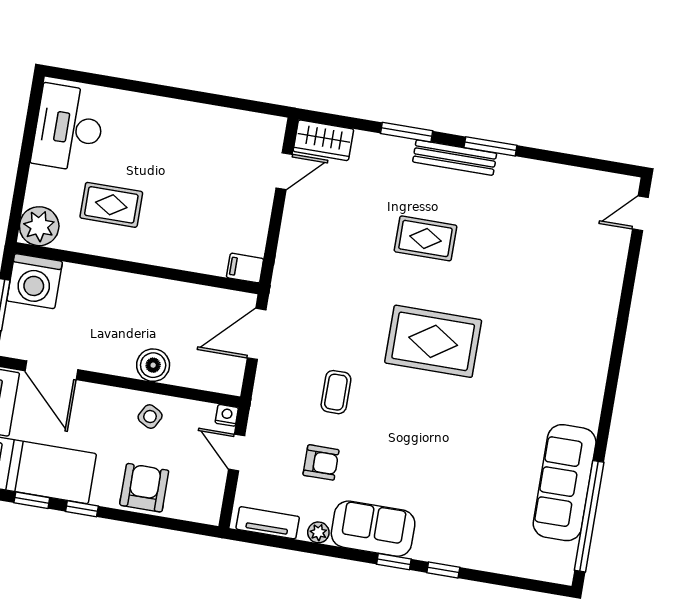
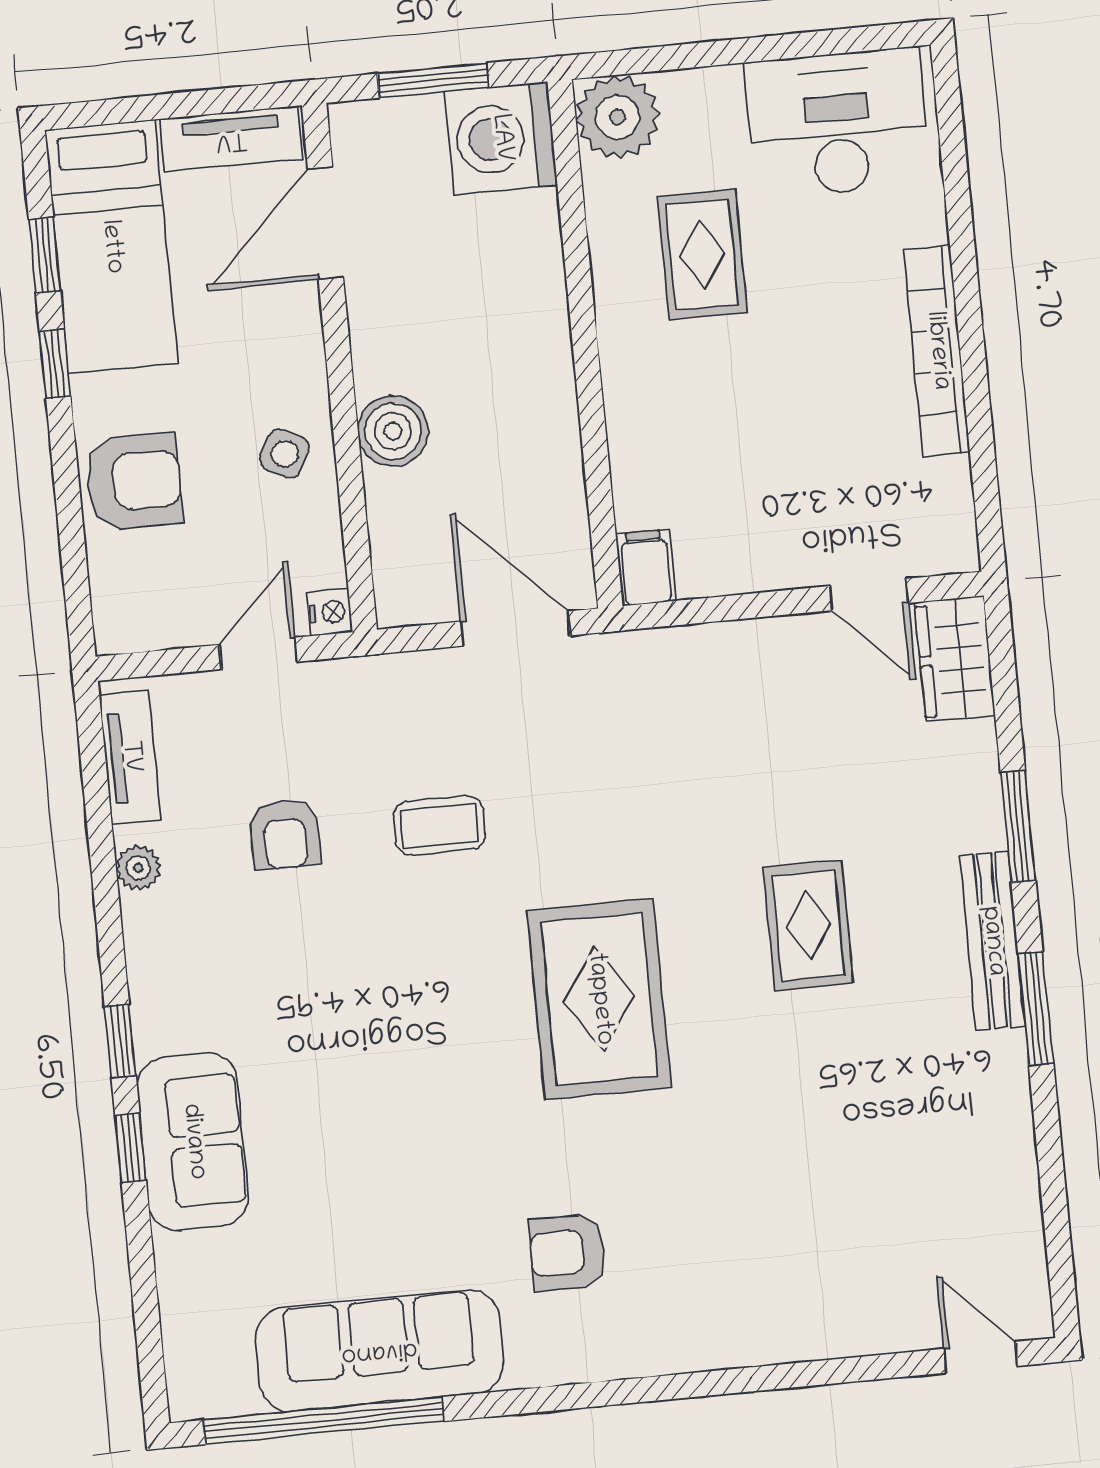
bookcase: (183, 111) -> (937, 351), added
armchair: (543, 386) -> (567, 1253), added
sofa: (373, 529) -> (193, 1142), moved

